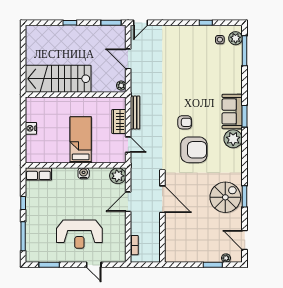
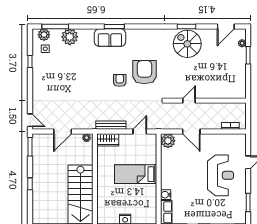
wardrobe: (119, 122) -> (108, 140), moved
plant: (233, 139) -> (70, 37), moved
water cooler: (84, 173) -> (166, 195), moved
door: (162, 199) -> (189, 101), width x0.53

